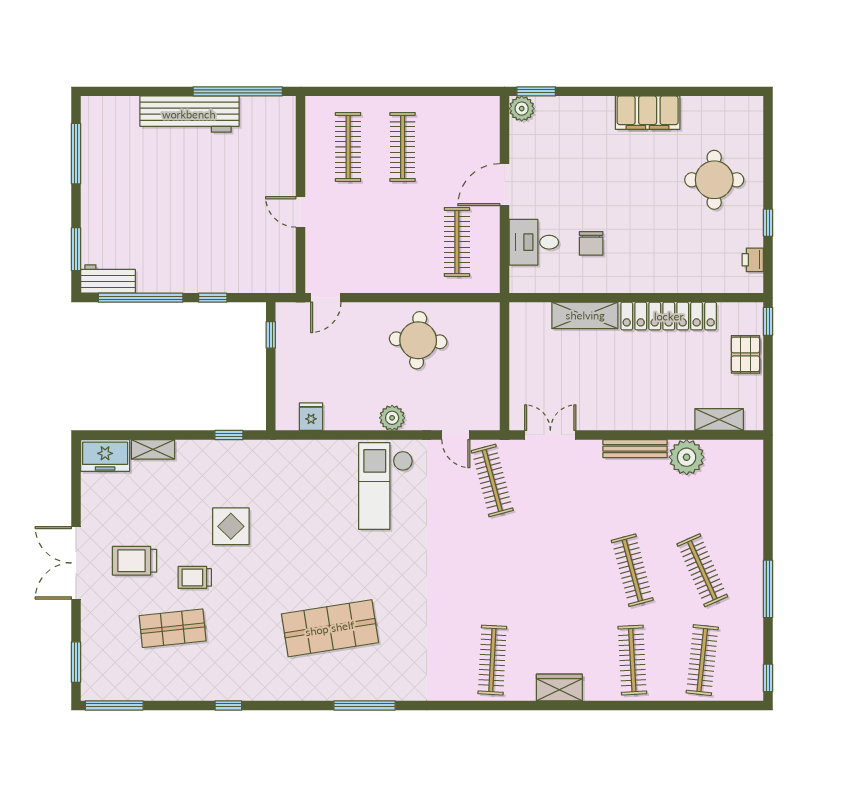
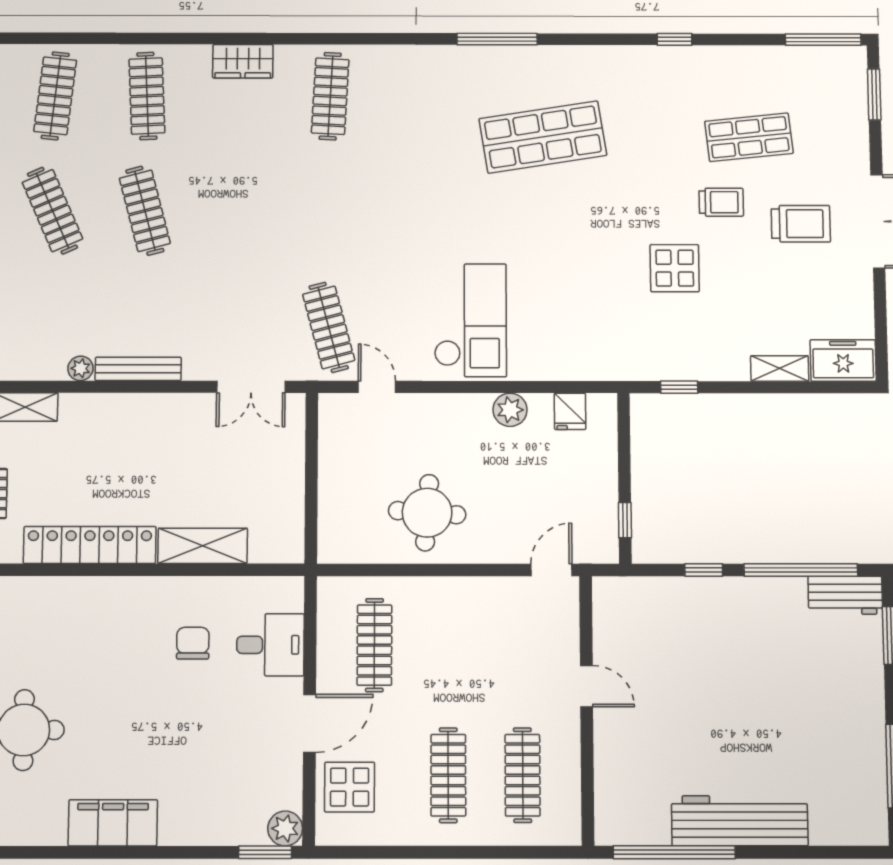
display table: (475, 138) -> (350, 787), added
plant: (392, 418) -> (510, 410), moved
plant: (687, 457) -> (81, 368), width x0.53, depth x0.53

